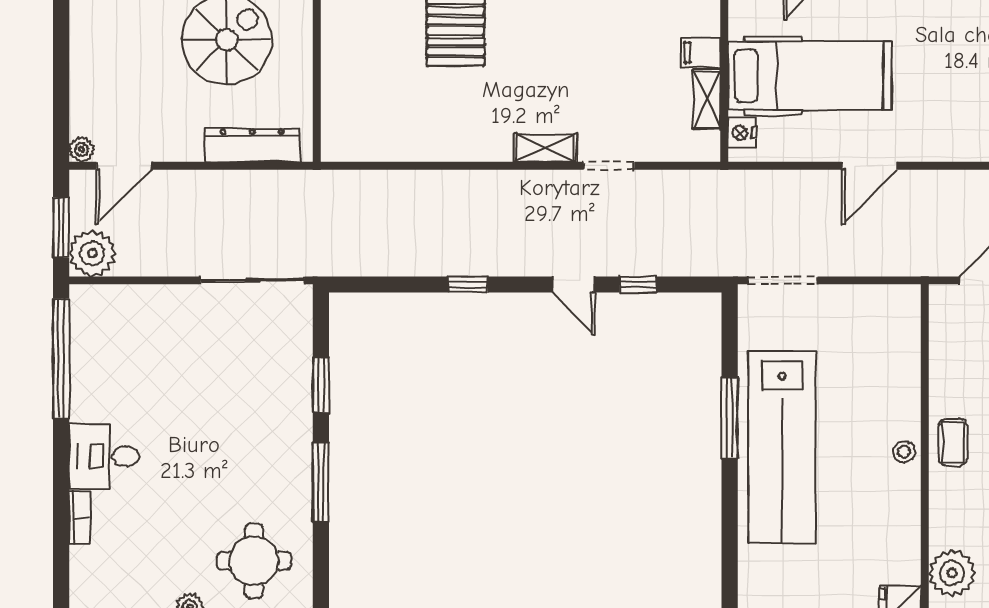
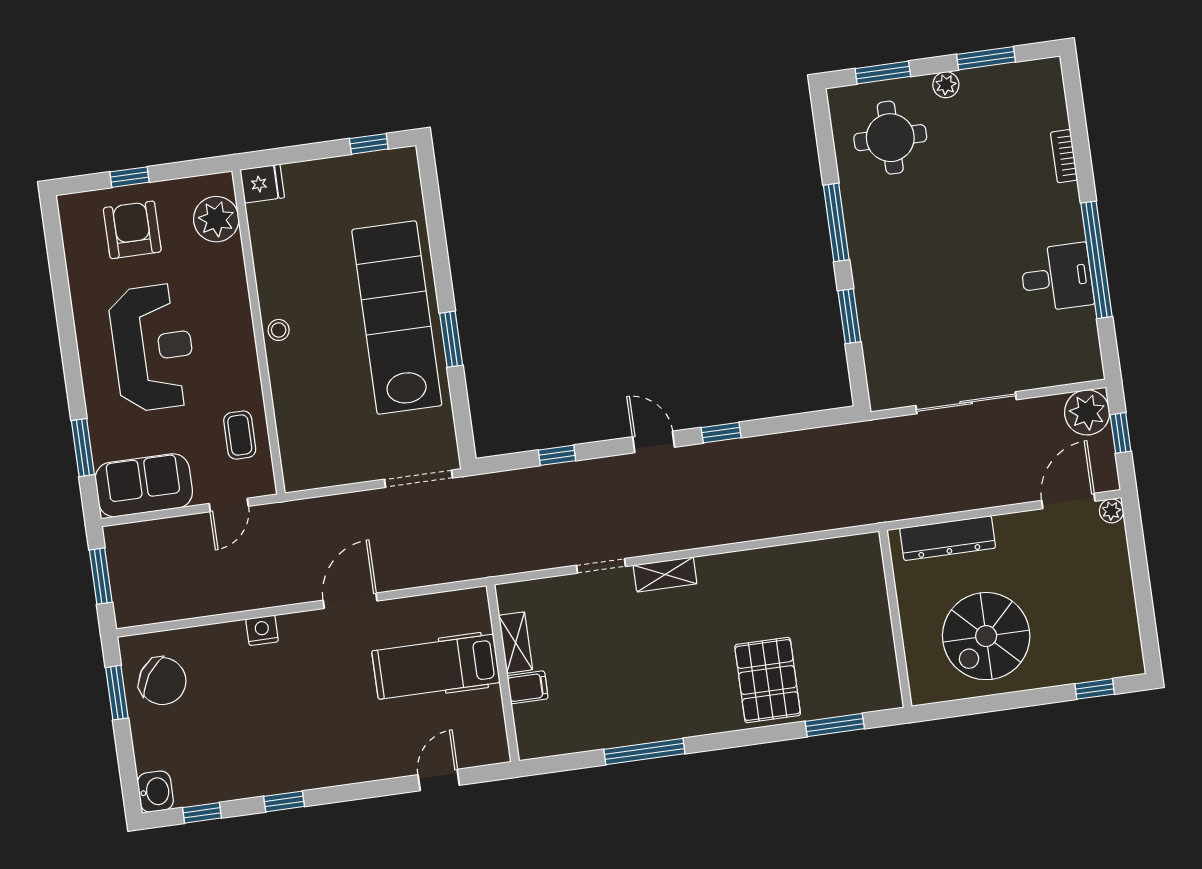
hospital bed: (810, 76) -> (436, 667), width x0.73, depth x0.78
nightstand: (742, 133) -> (262, 630), moved, turned -90
window: (61, 228) -> (1121, 433), width x0.67
sliding door: (253, 280) -> (966, 403), moved
door: (573, 284) -> (654, 442), moved
window: (61, 359) -> (1097, 260), moved
window: (730, 418) -> (451, 339), width x0.69
coffee table: (953, 442) -> (240, 435), moved
desk: (104, 456) -> (1057, 278), moved

